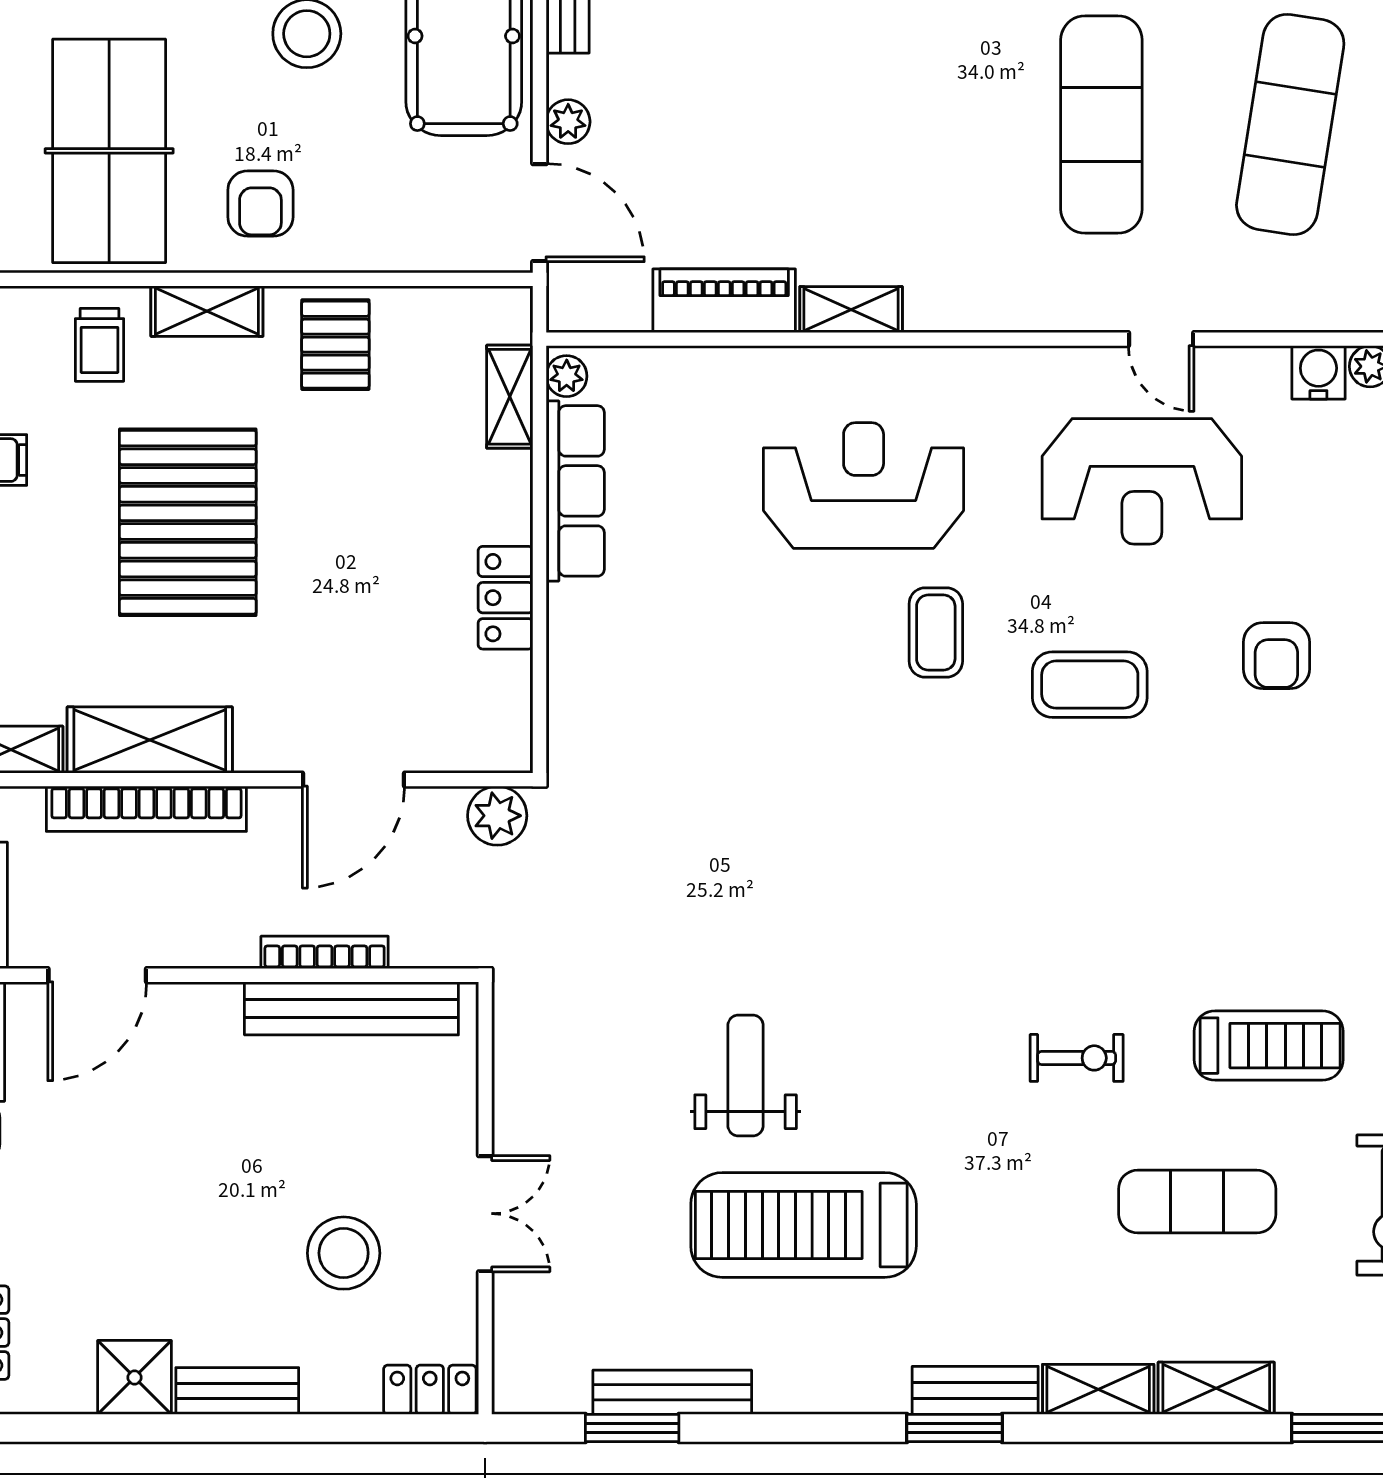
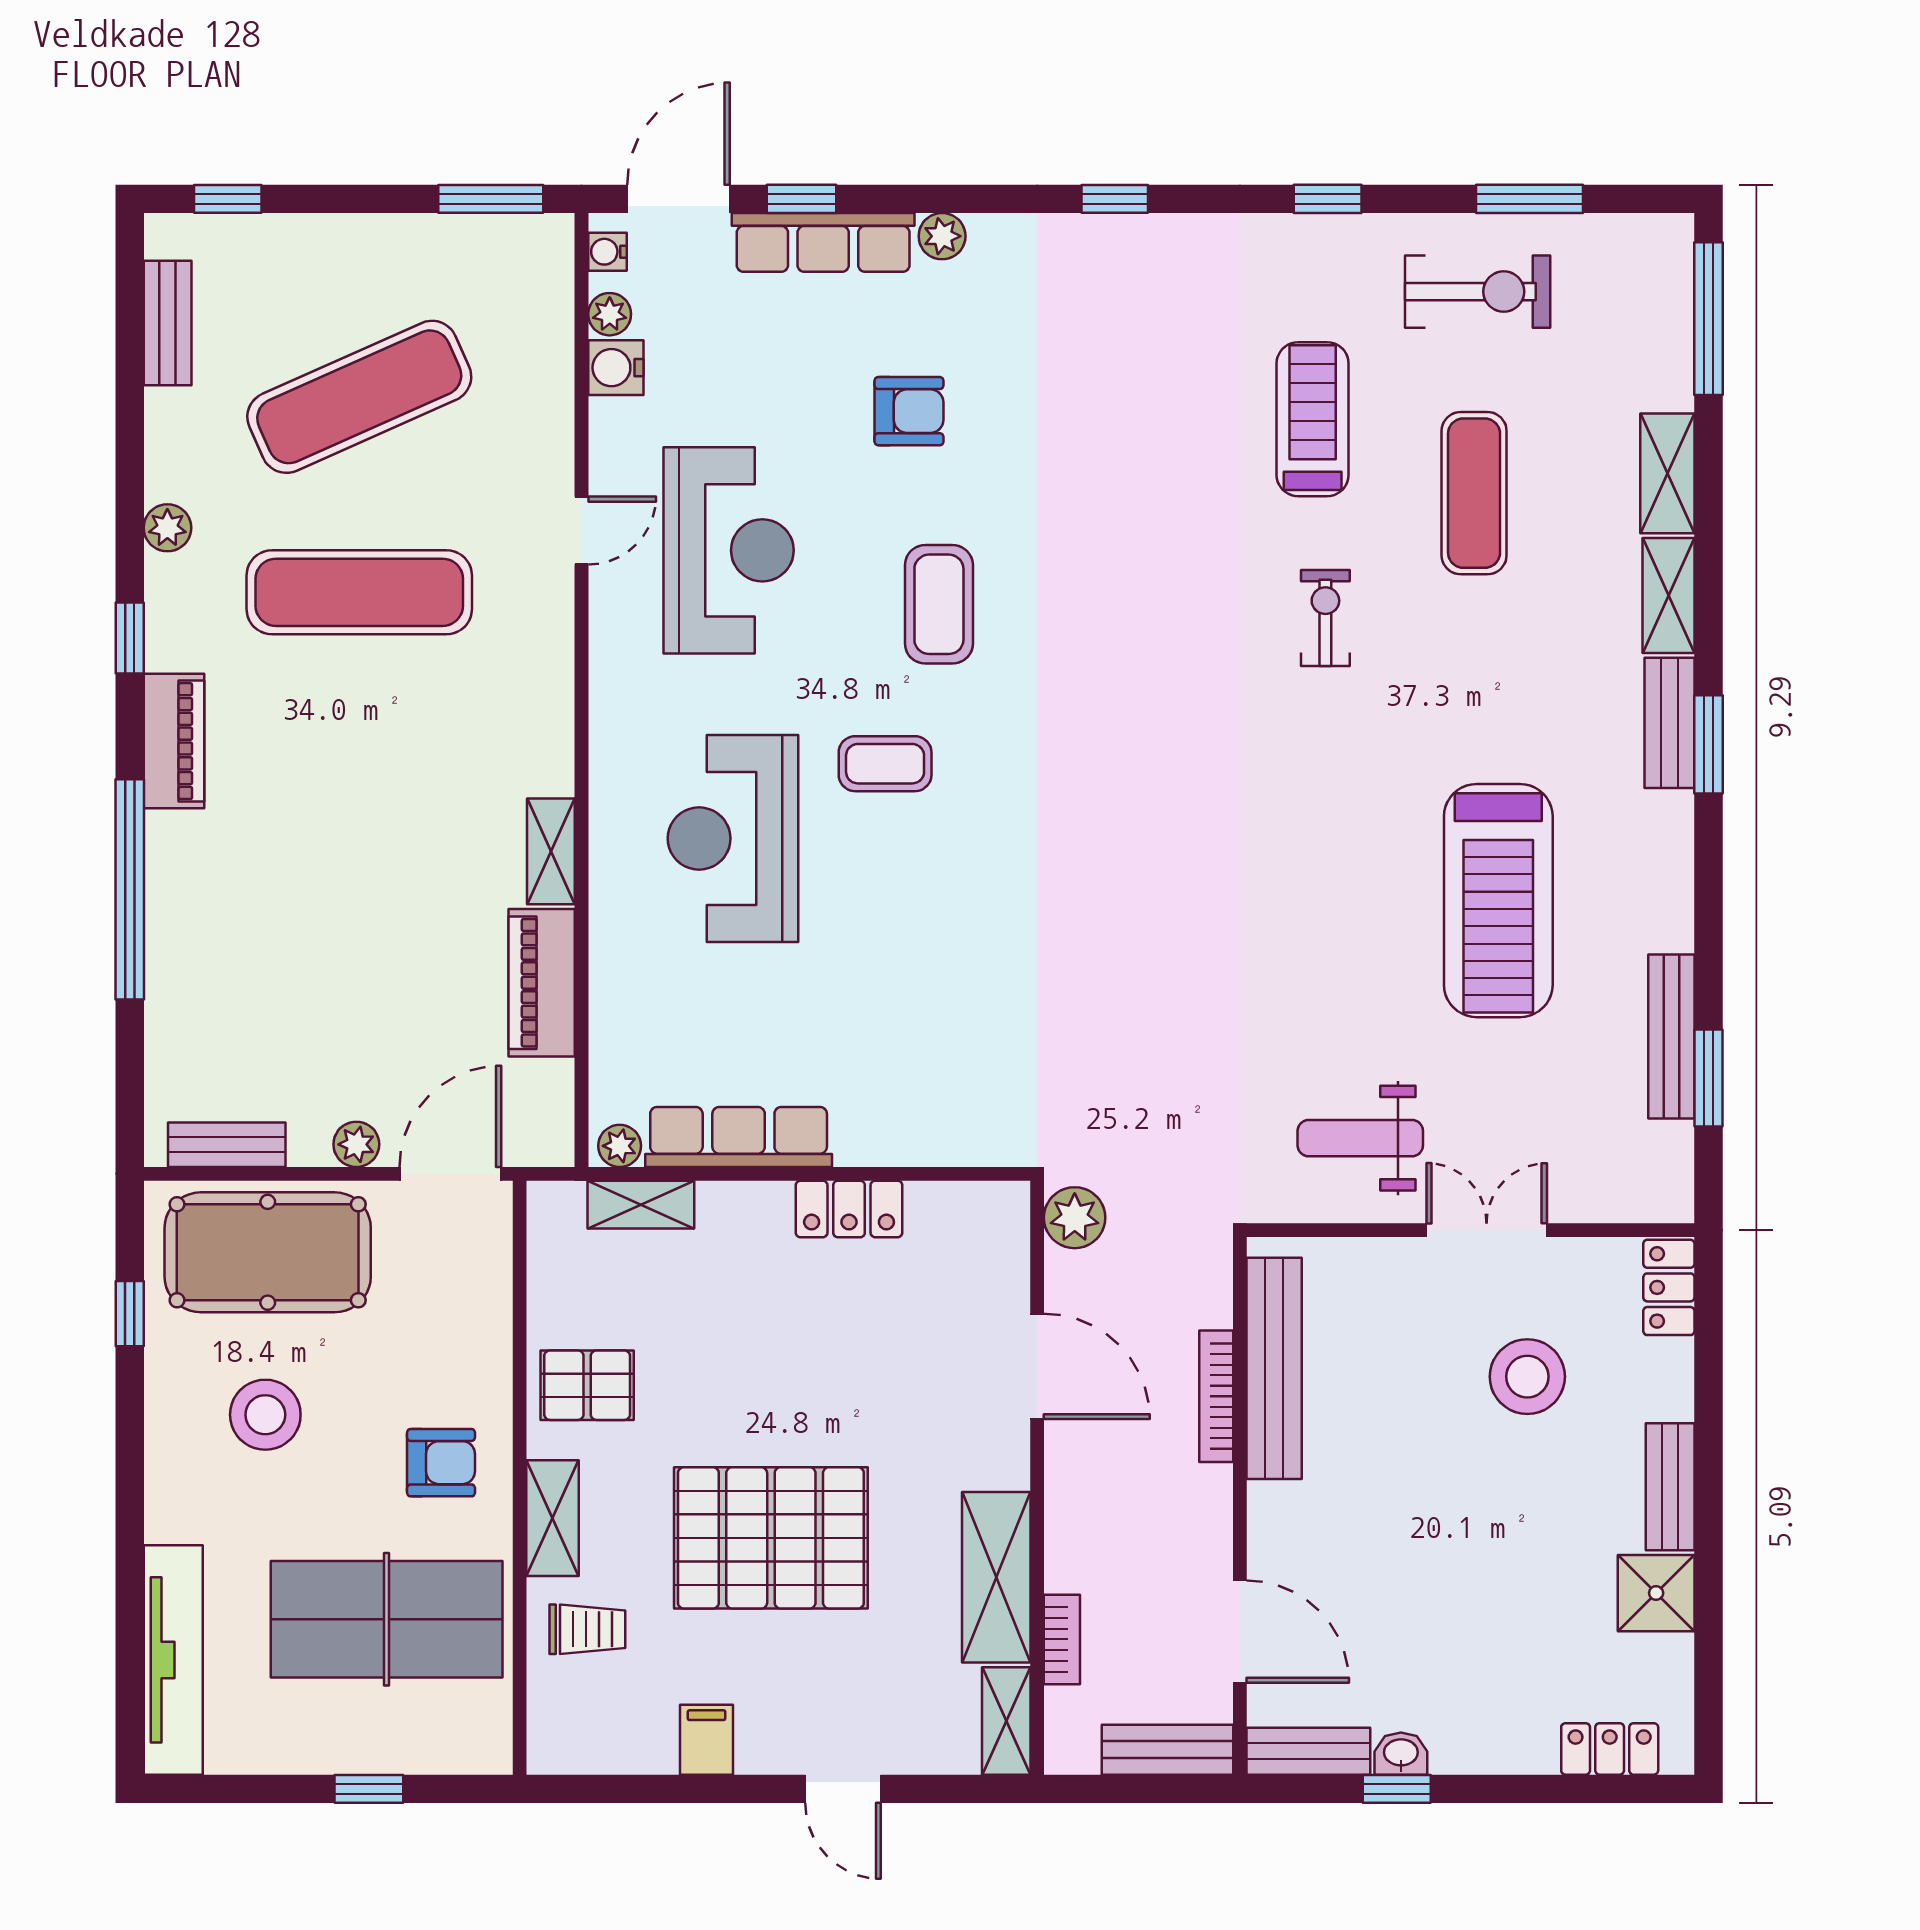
exercise mat: (1290, 125) -> (359, 397), turned -33
bookcase: (146, 809) -> (1062, 1639), width x0.43, depth x0.76
weight bench: (746, 1076) -> (1360, 1138), moved

